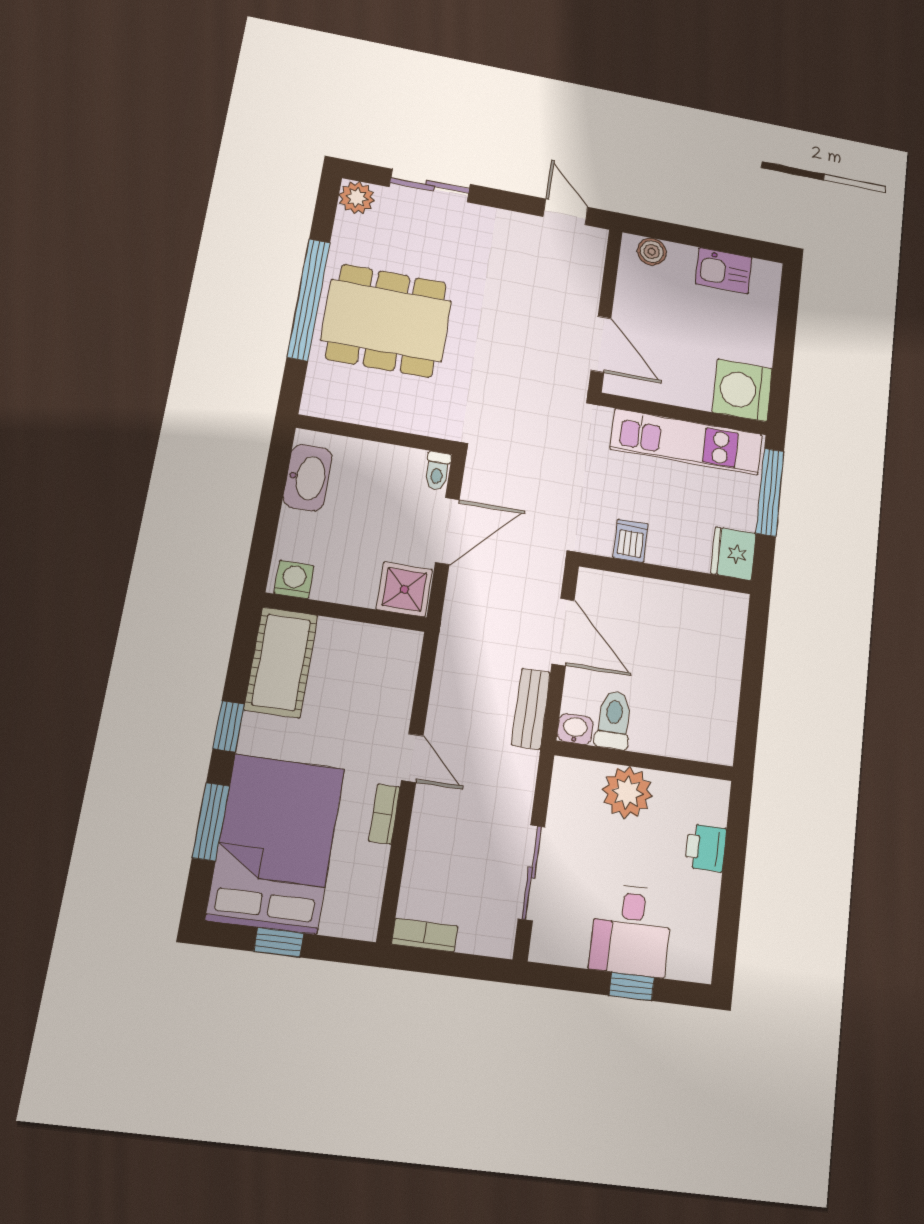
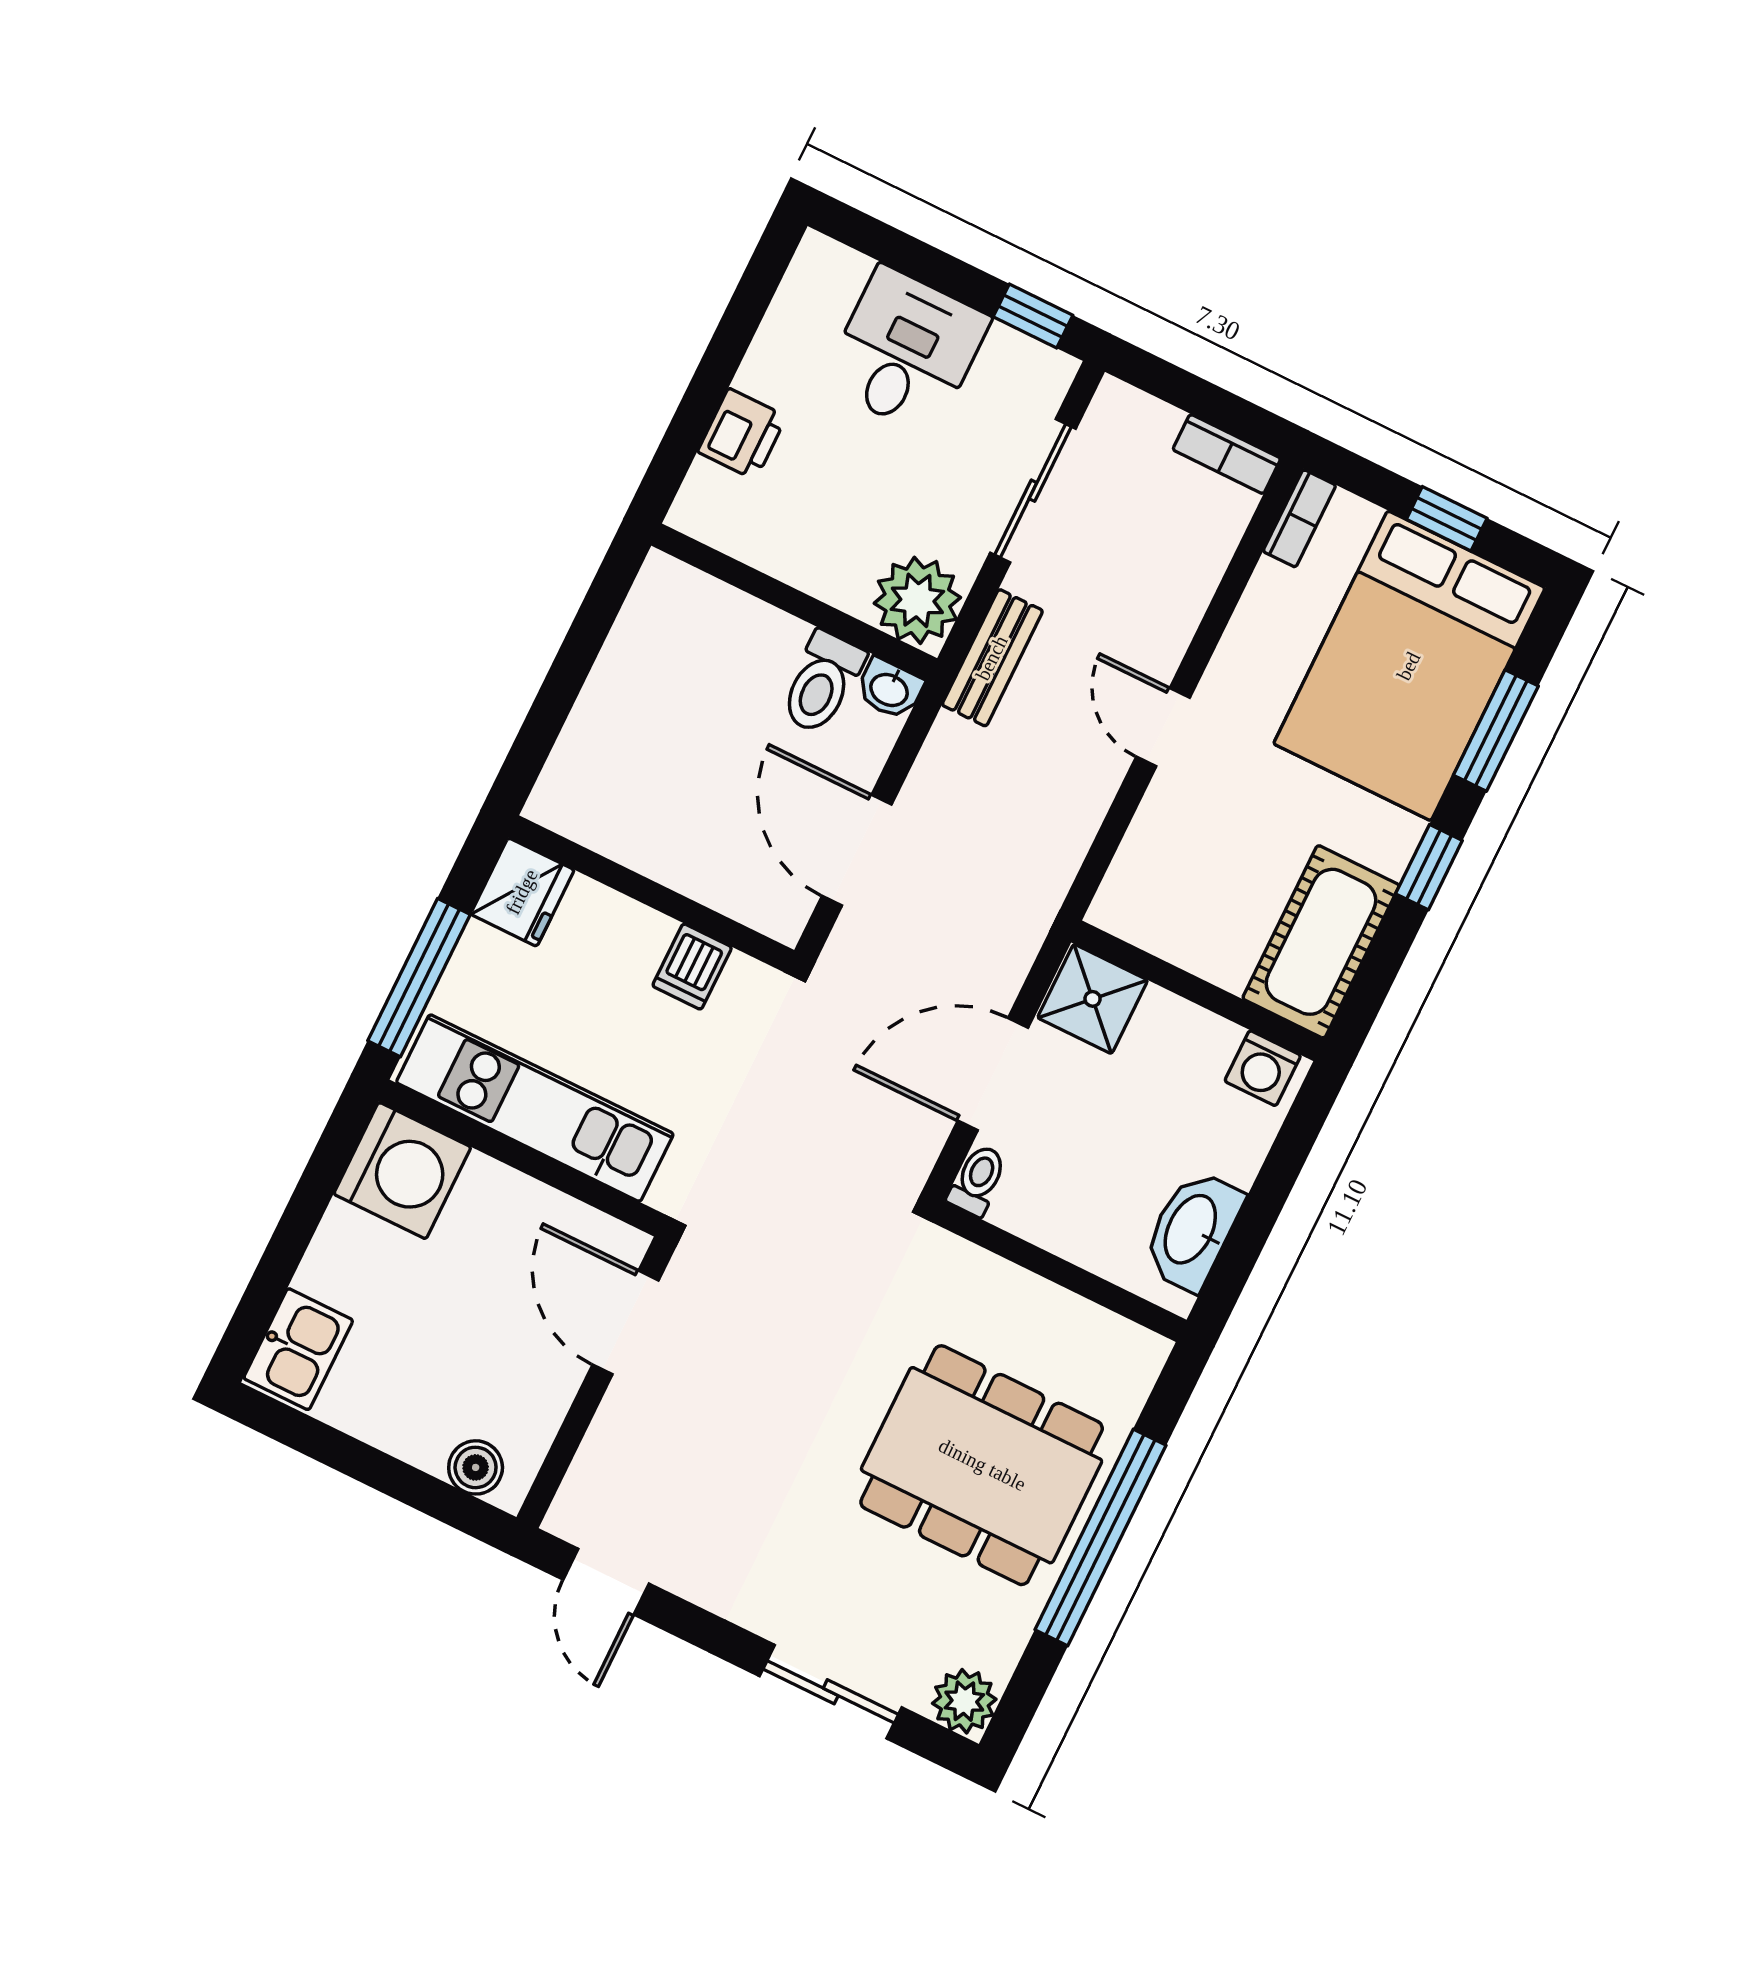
kitchen sink: (724, 270) -> (298, 1349), moved, turned 90
bench: (531, 709) -> (992, 658), moved
plant: (627, 792) -> (917, 600), moved
bookcase: (384, 814) -> (1299, 518), moved
window: (632, 987) -> (1033, 316), moved

